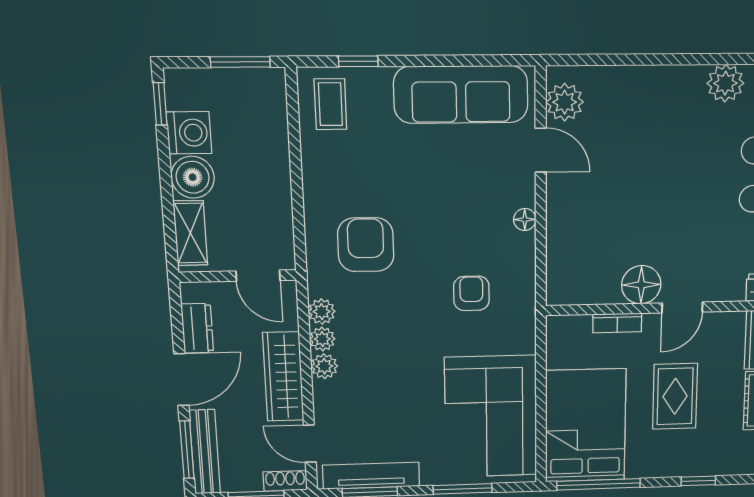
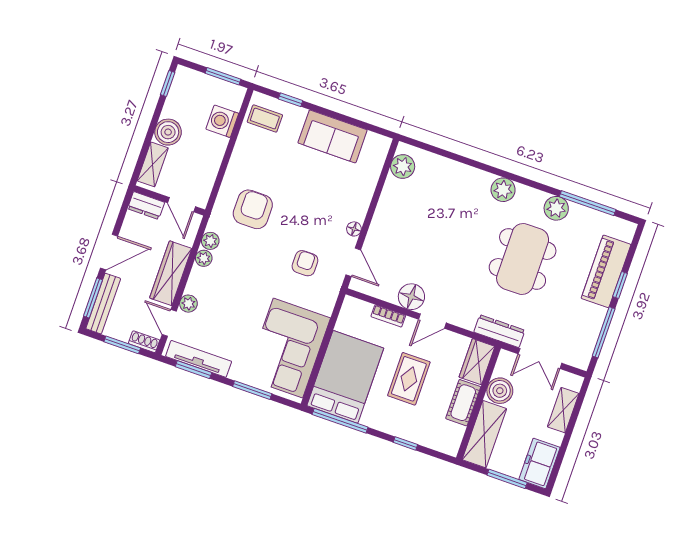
sofa: (461, 94) -> (333, 136), width x0.73
coffee table: (330, 104) -> (265, 119), turned 90
washing machine: (189, 133) -> (222, 121), moved, turned 180
door: (541, 150) -> (353, 262), moved
dresser: (197, 328) -> (146, 205), moved, turned 90
plant: (324, 366) -> (188, 304), moved

